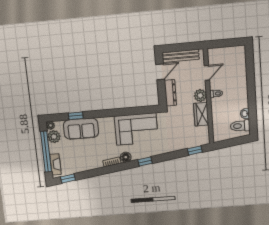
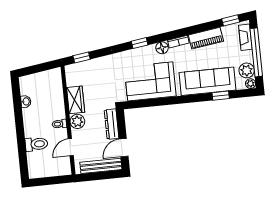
toilet: (240, 126) -> (36, 144), moved
sofa: (81, 129) -> (207, 81), width x1.36
piano: (89, 164) -> (206, 38), added

